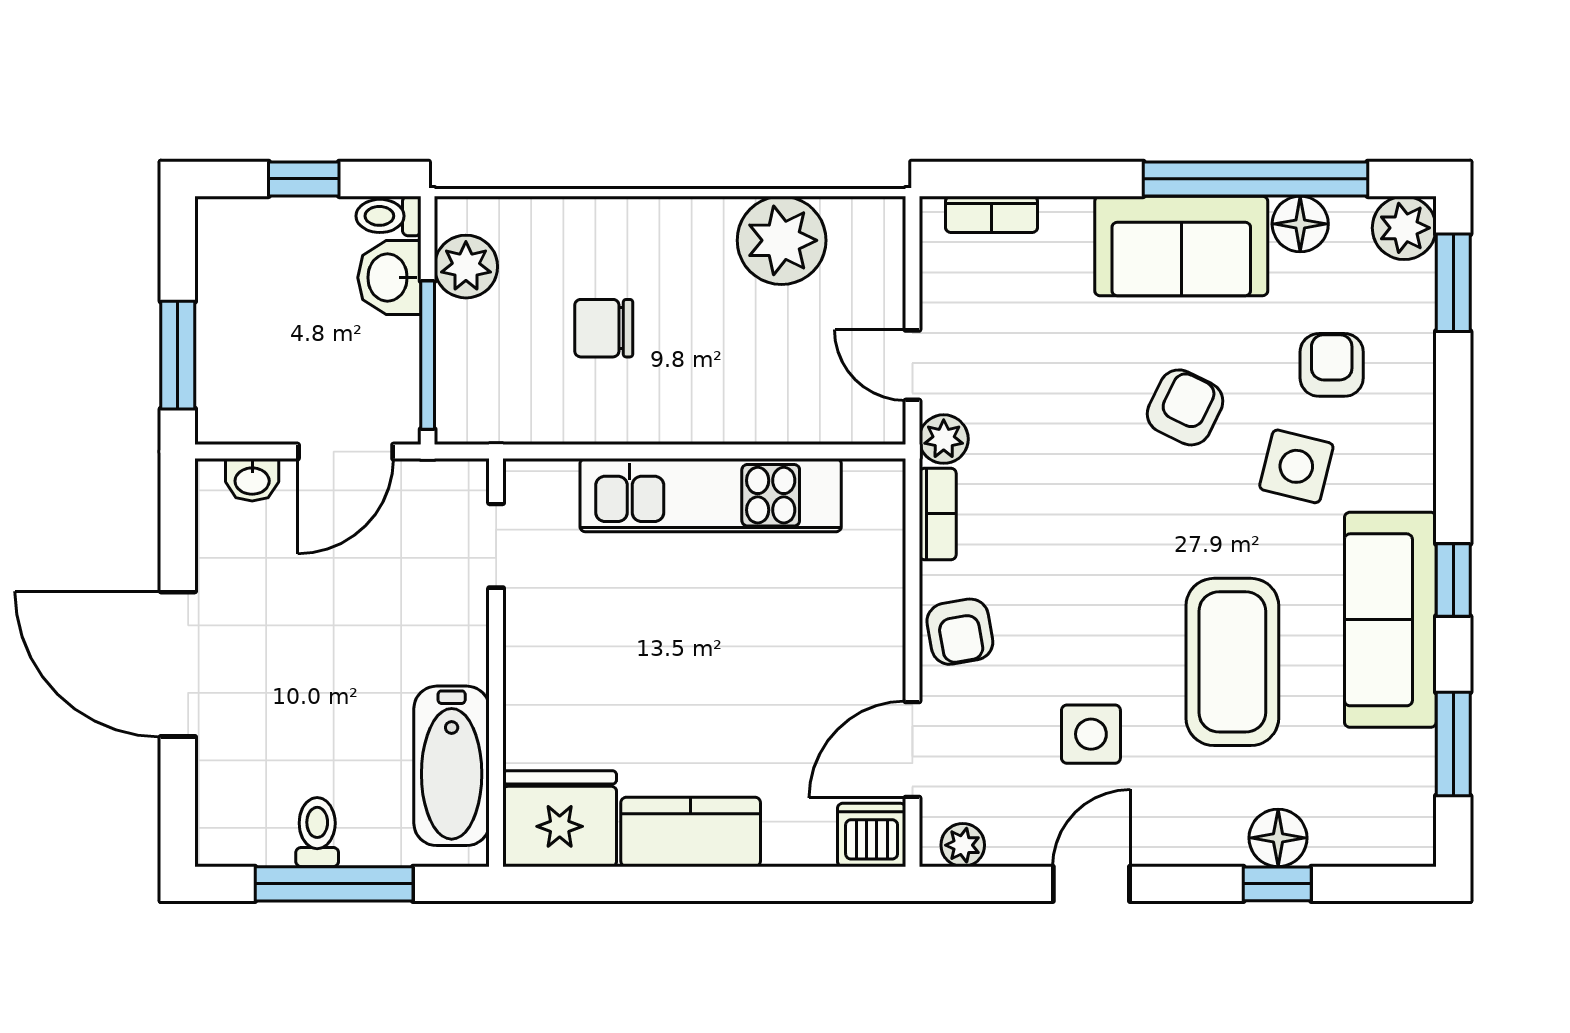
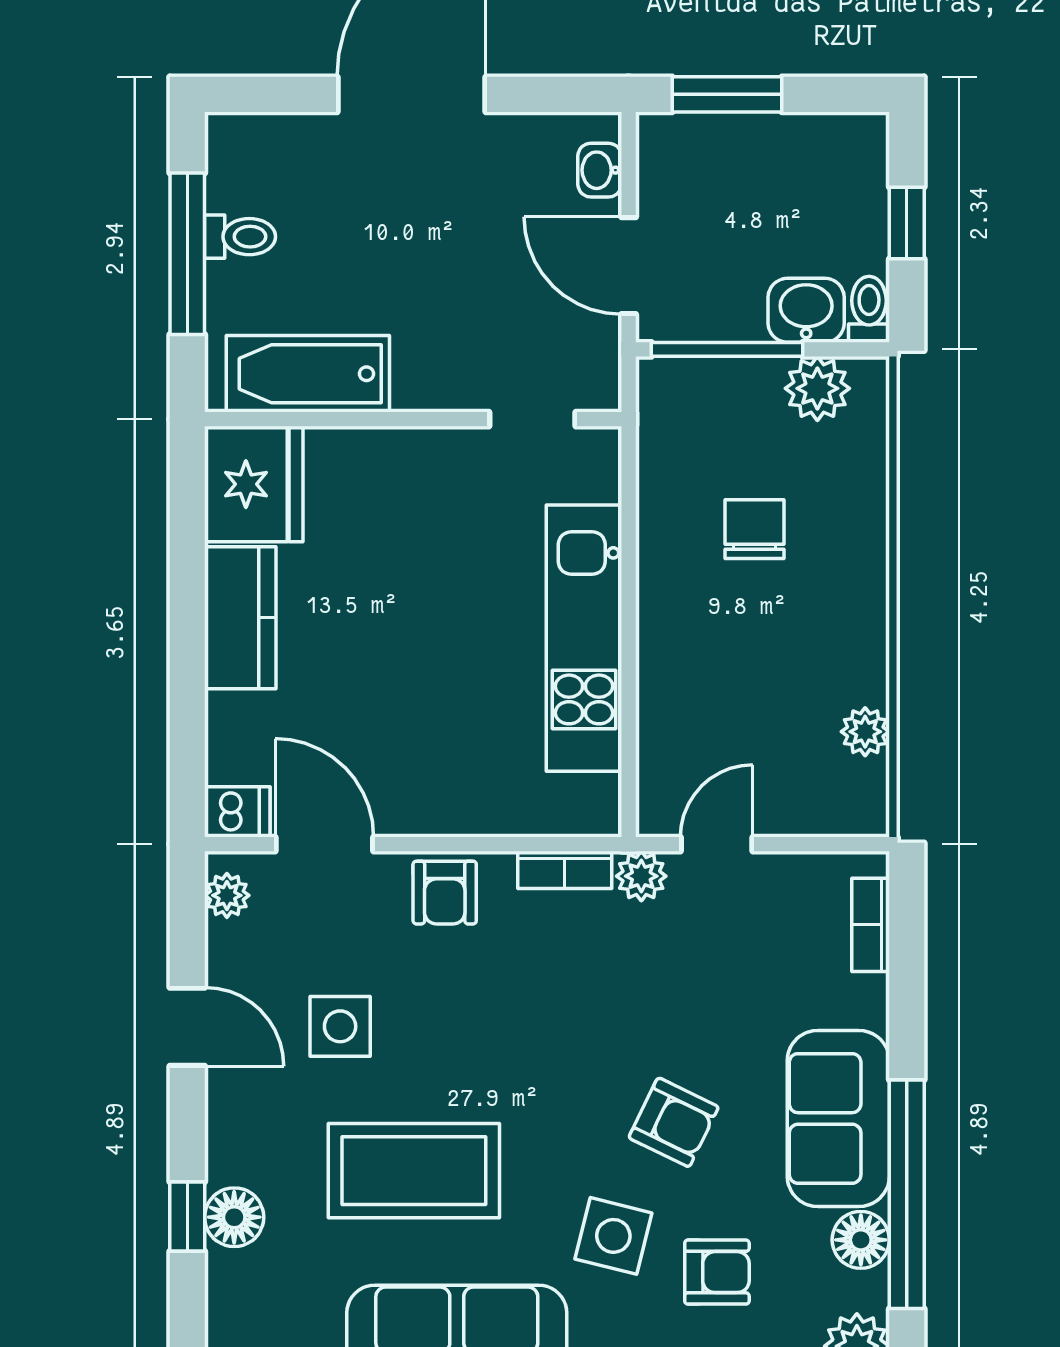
plant: (782, 240) -> (865, 732), width x0.53, depth x0.53
armchair: (960, 632) -> (445, 893), turned -80
dishwasher: (872, 835) -> (237, 812), width x0.73

